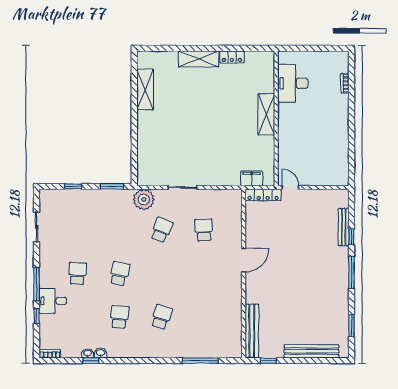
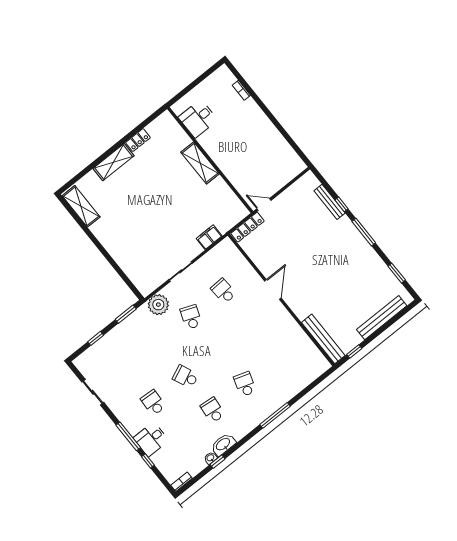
desk: (293, 83) -> (198, 119), width x0.73
shelving: (145, 90) -> (81, 206), moved
filing cabinet: (252, 179) -> (209, 237), moved
school desk: (120, 274) -> (186, 377), turned -36
washbasin: (101, 353) -> (223, 444), width x1.91, depth x1.45
window: (200, 361) -> (275, 415), moved

